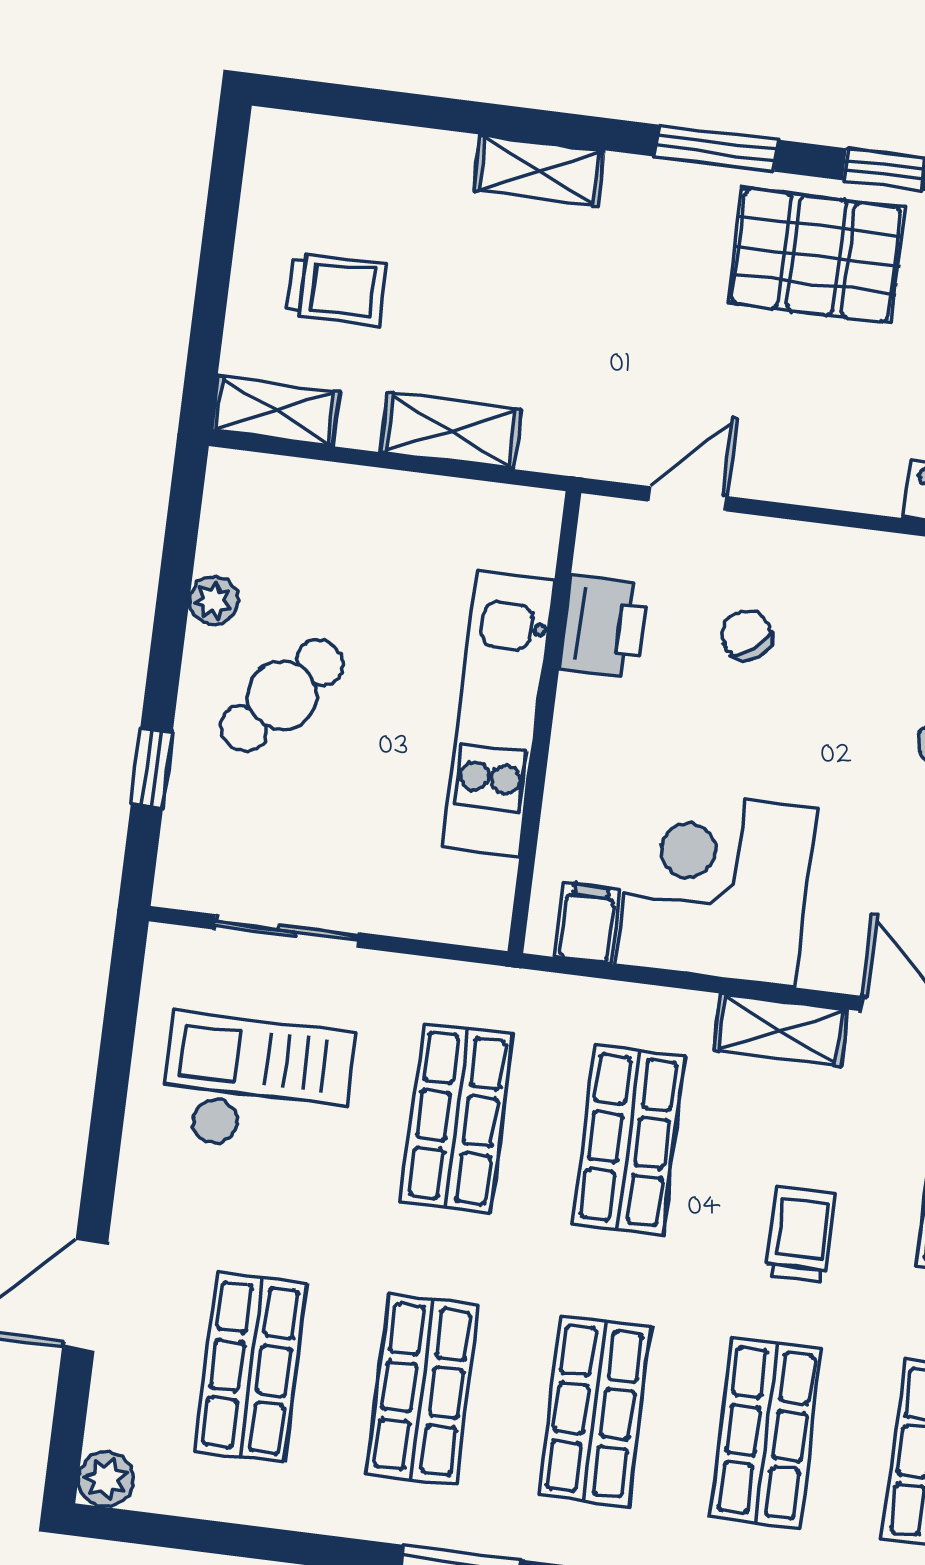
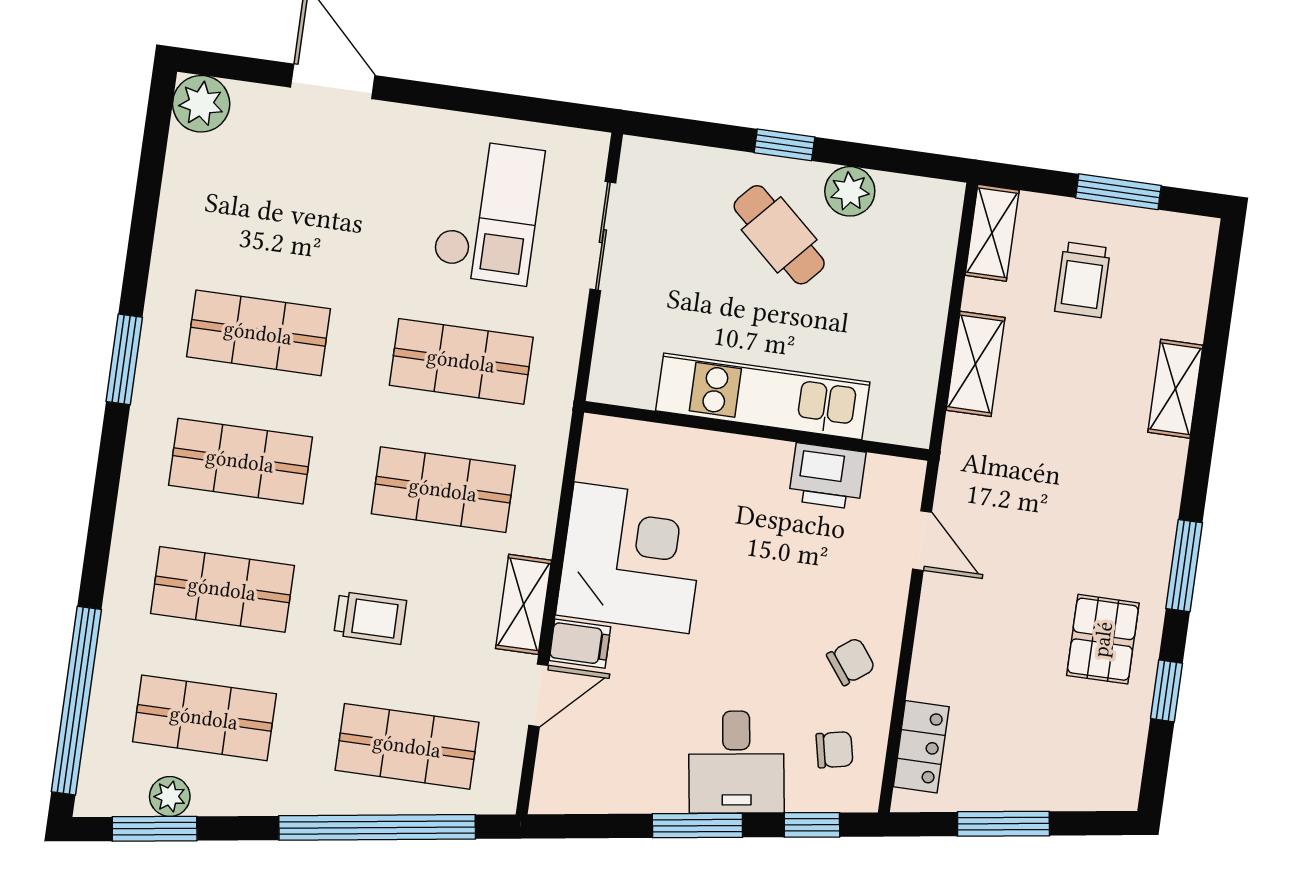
shelving: (539, 171) -> (1175, 389), moved
window: (218, 243) -> (1118, 192), added
pallet: (816, 255) -> (1103, 639), width x0.67, depth x0.71
plant: (213, 601) -> (850, 191), width x1.38, depth x1.38
chair: (747, 635) -> (851, 662), moved
window: (152, 768) -> (784, 145), moved
filing cabinet: (587, 923) -> (580, 644), moved
shop shelf: (251, 1368) -> (277, 204), removed
plant: (106, 1479) -> (201, 104), width x1.38, depth x1.38

